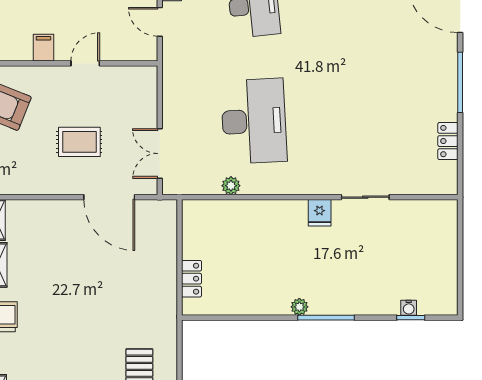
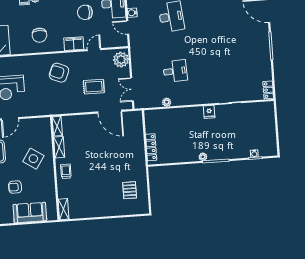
filing cabinet: (43, 48) -> (74, 44), width x2.00
plant: (141, 89) -> (121, 60), added
desk: (254, 121) -> (175, 71), width x0.53, depth x0.77
locker: (448, 141) -> (268, 90), moved
locker: (192, 279) -> (151, 147), width x1.53

